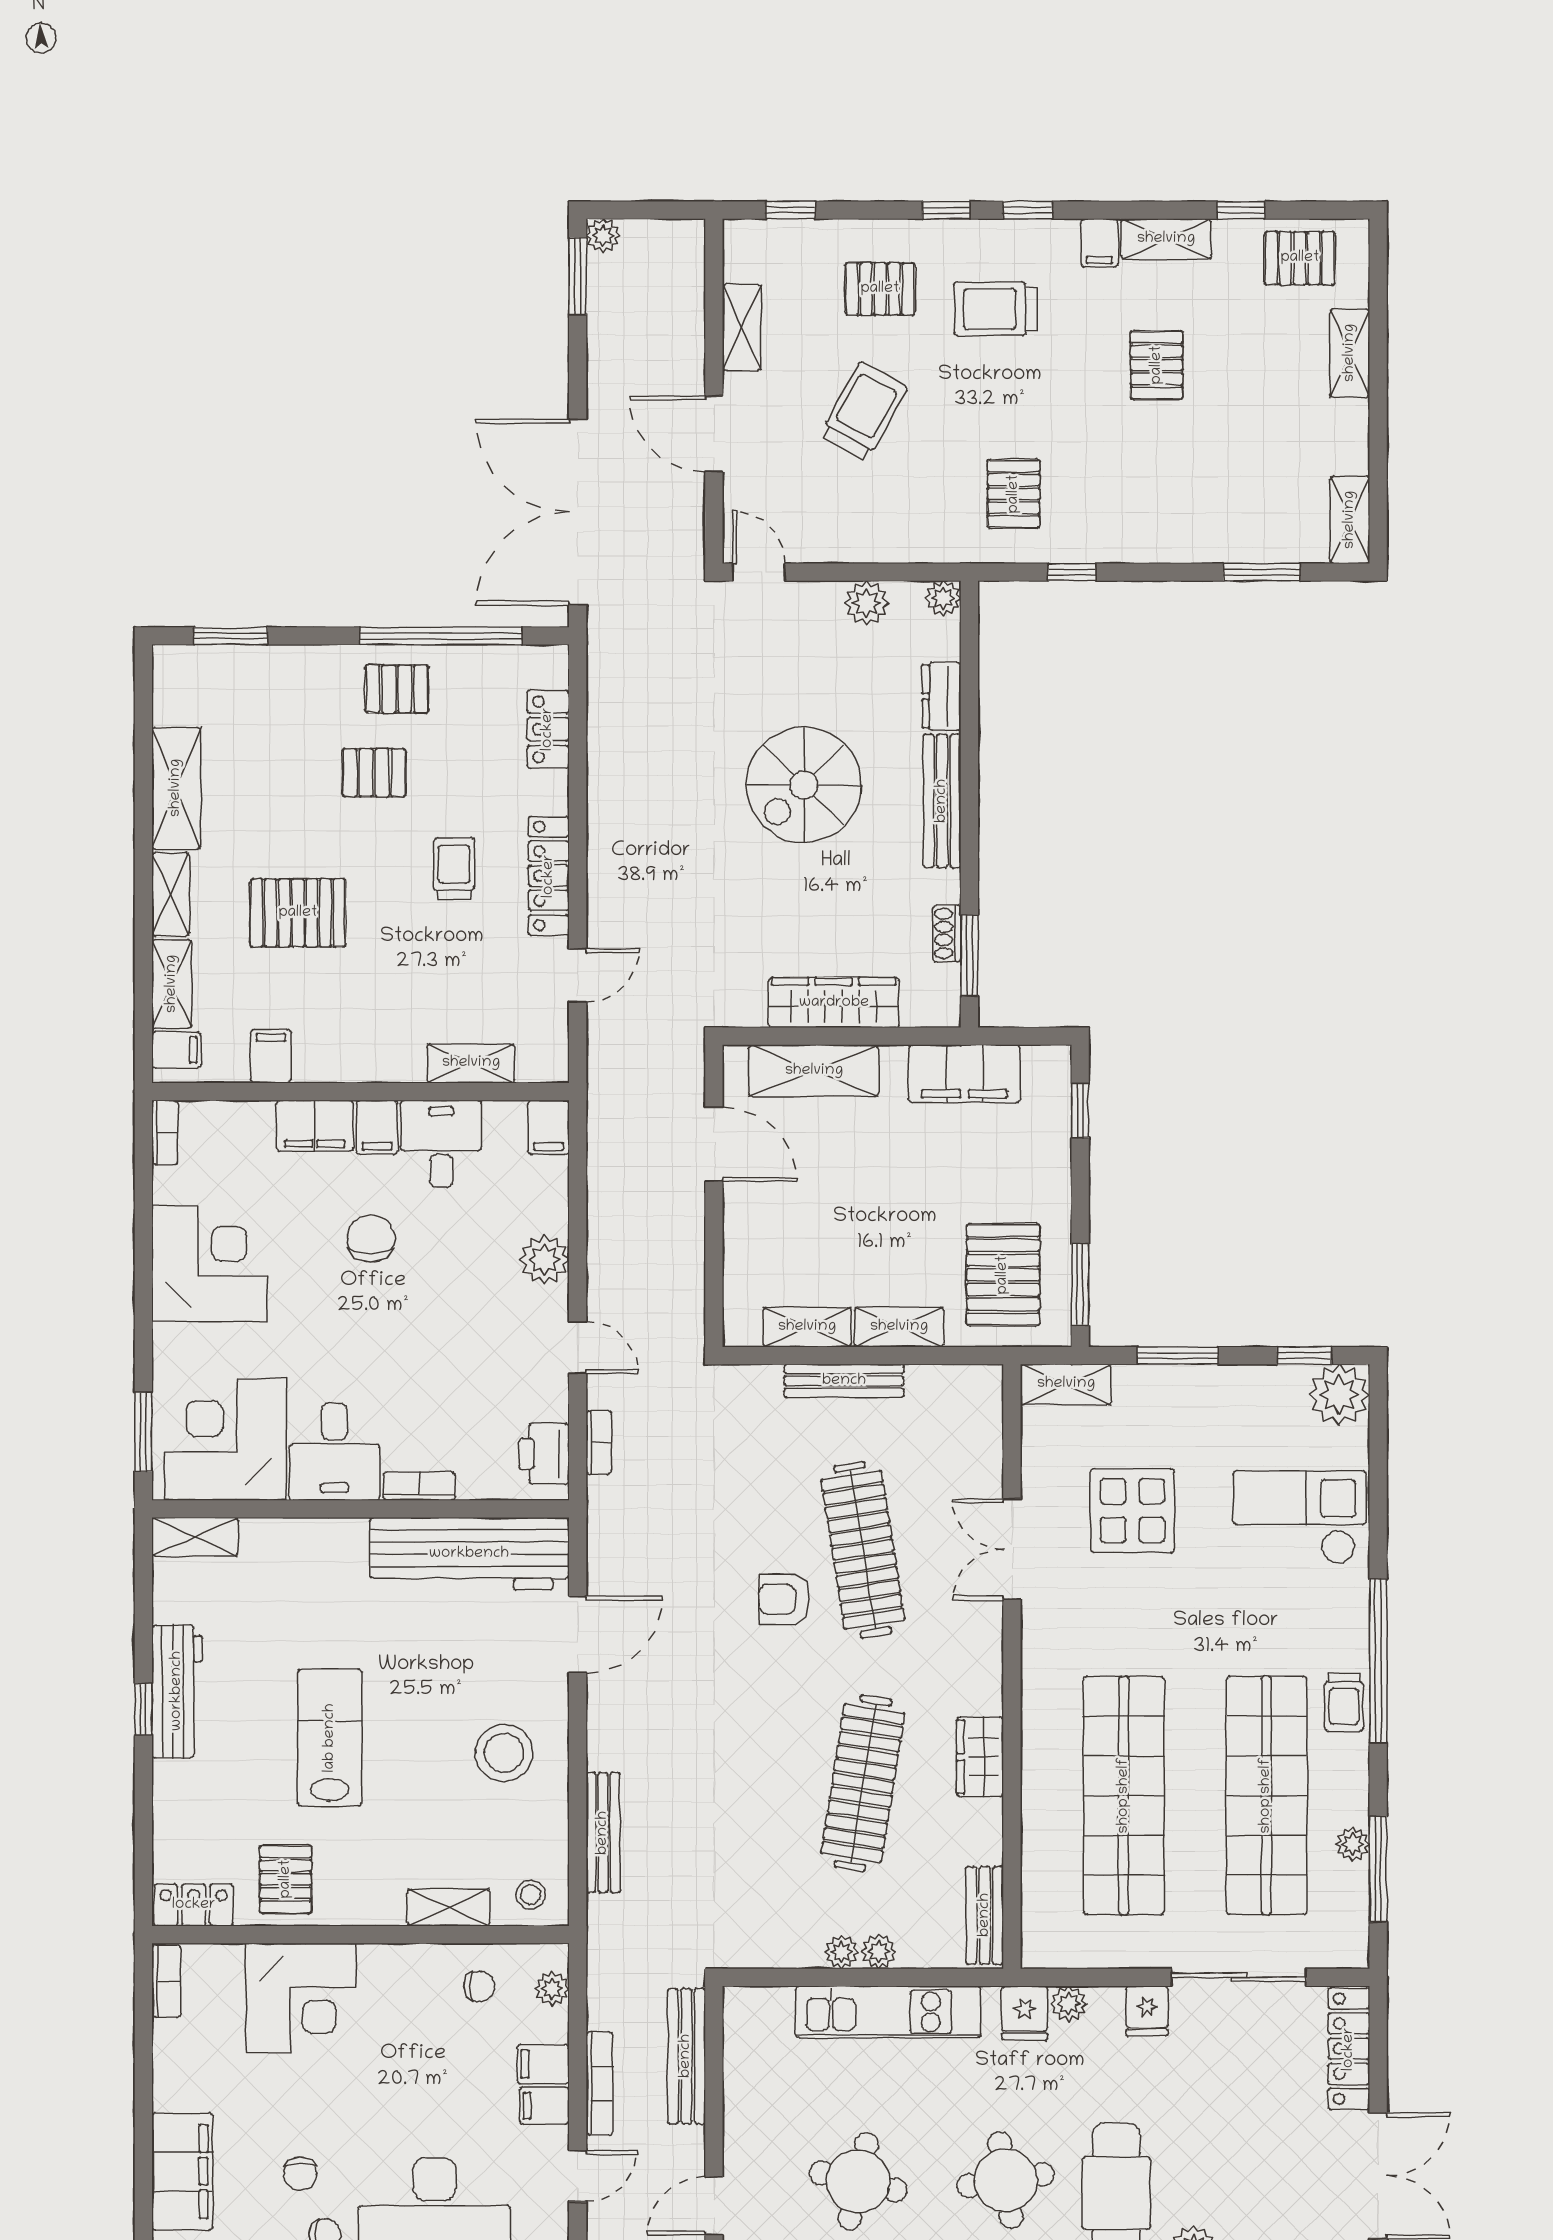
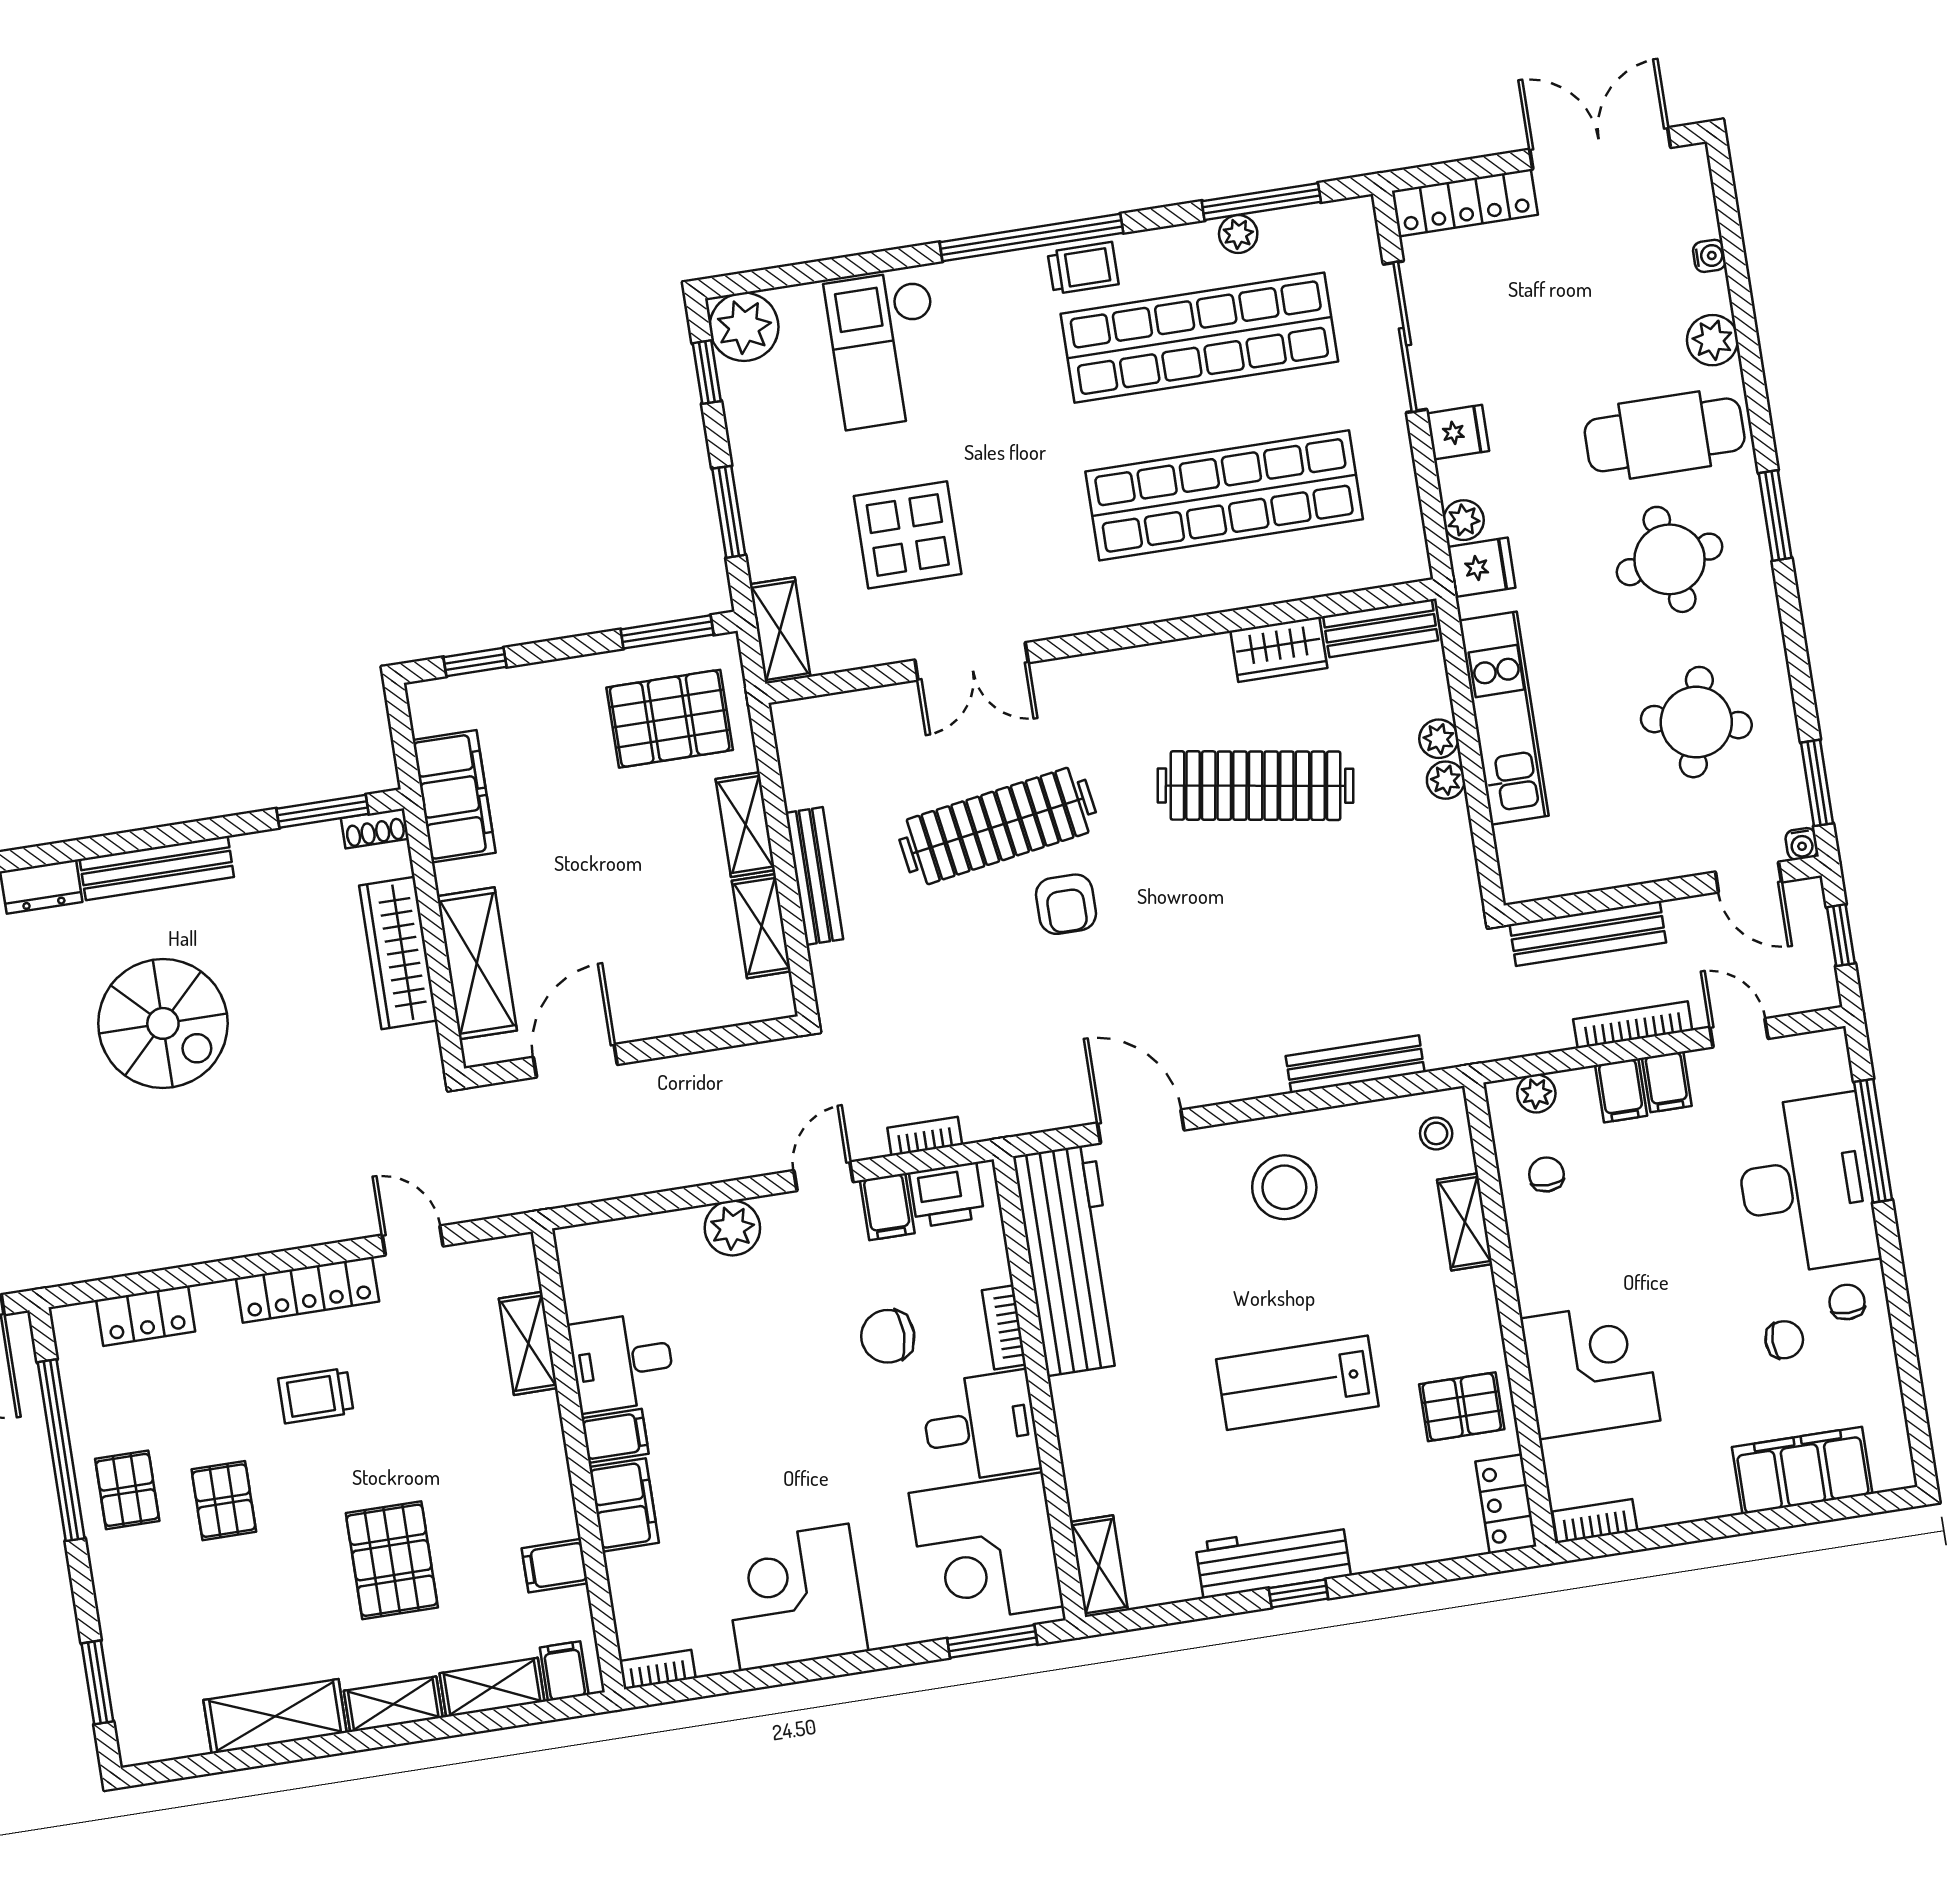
shoe rack: (947, 933) -> (375, 828), moved
filing cabinet: (549, 1127) -> (887, 1207), moved, turned 90
chair: (371, 1238) -> (888, 1336), moved
wardrobe: (980, 1757) -> (1279, 649), moved

